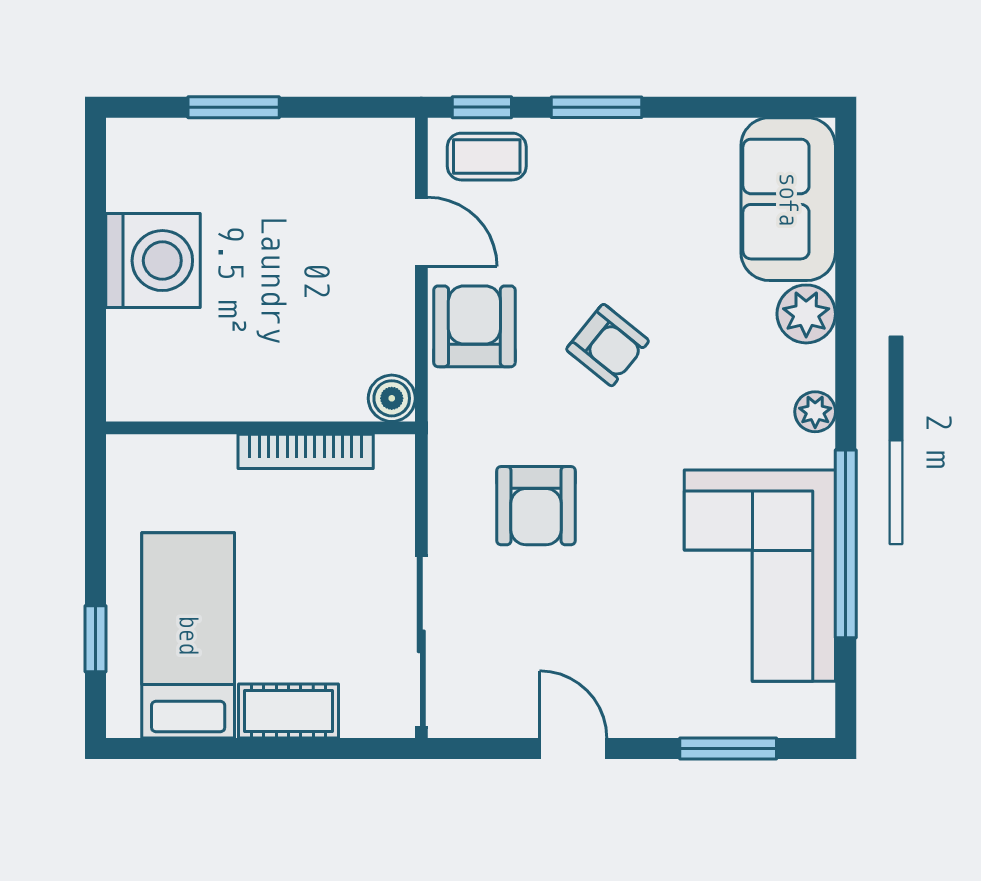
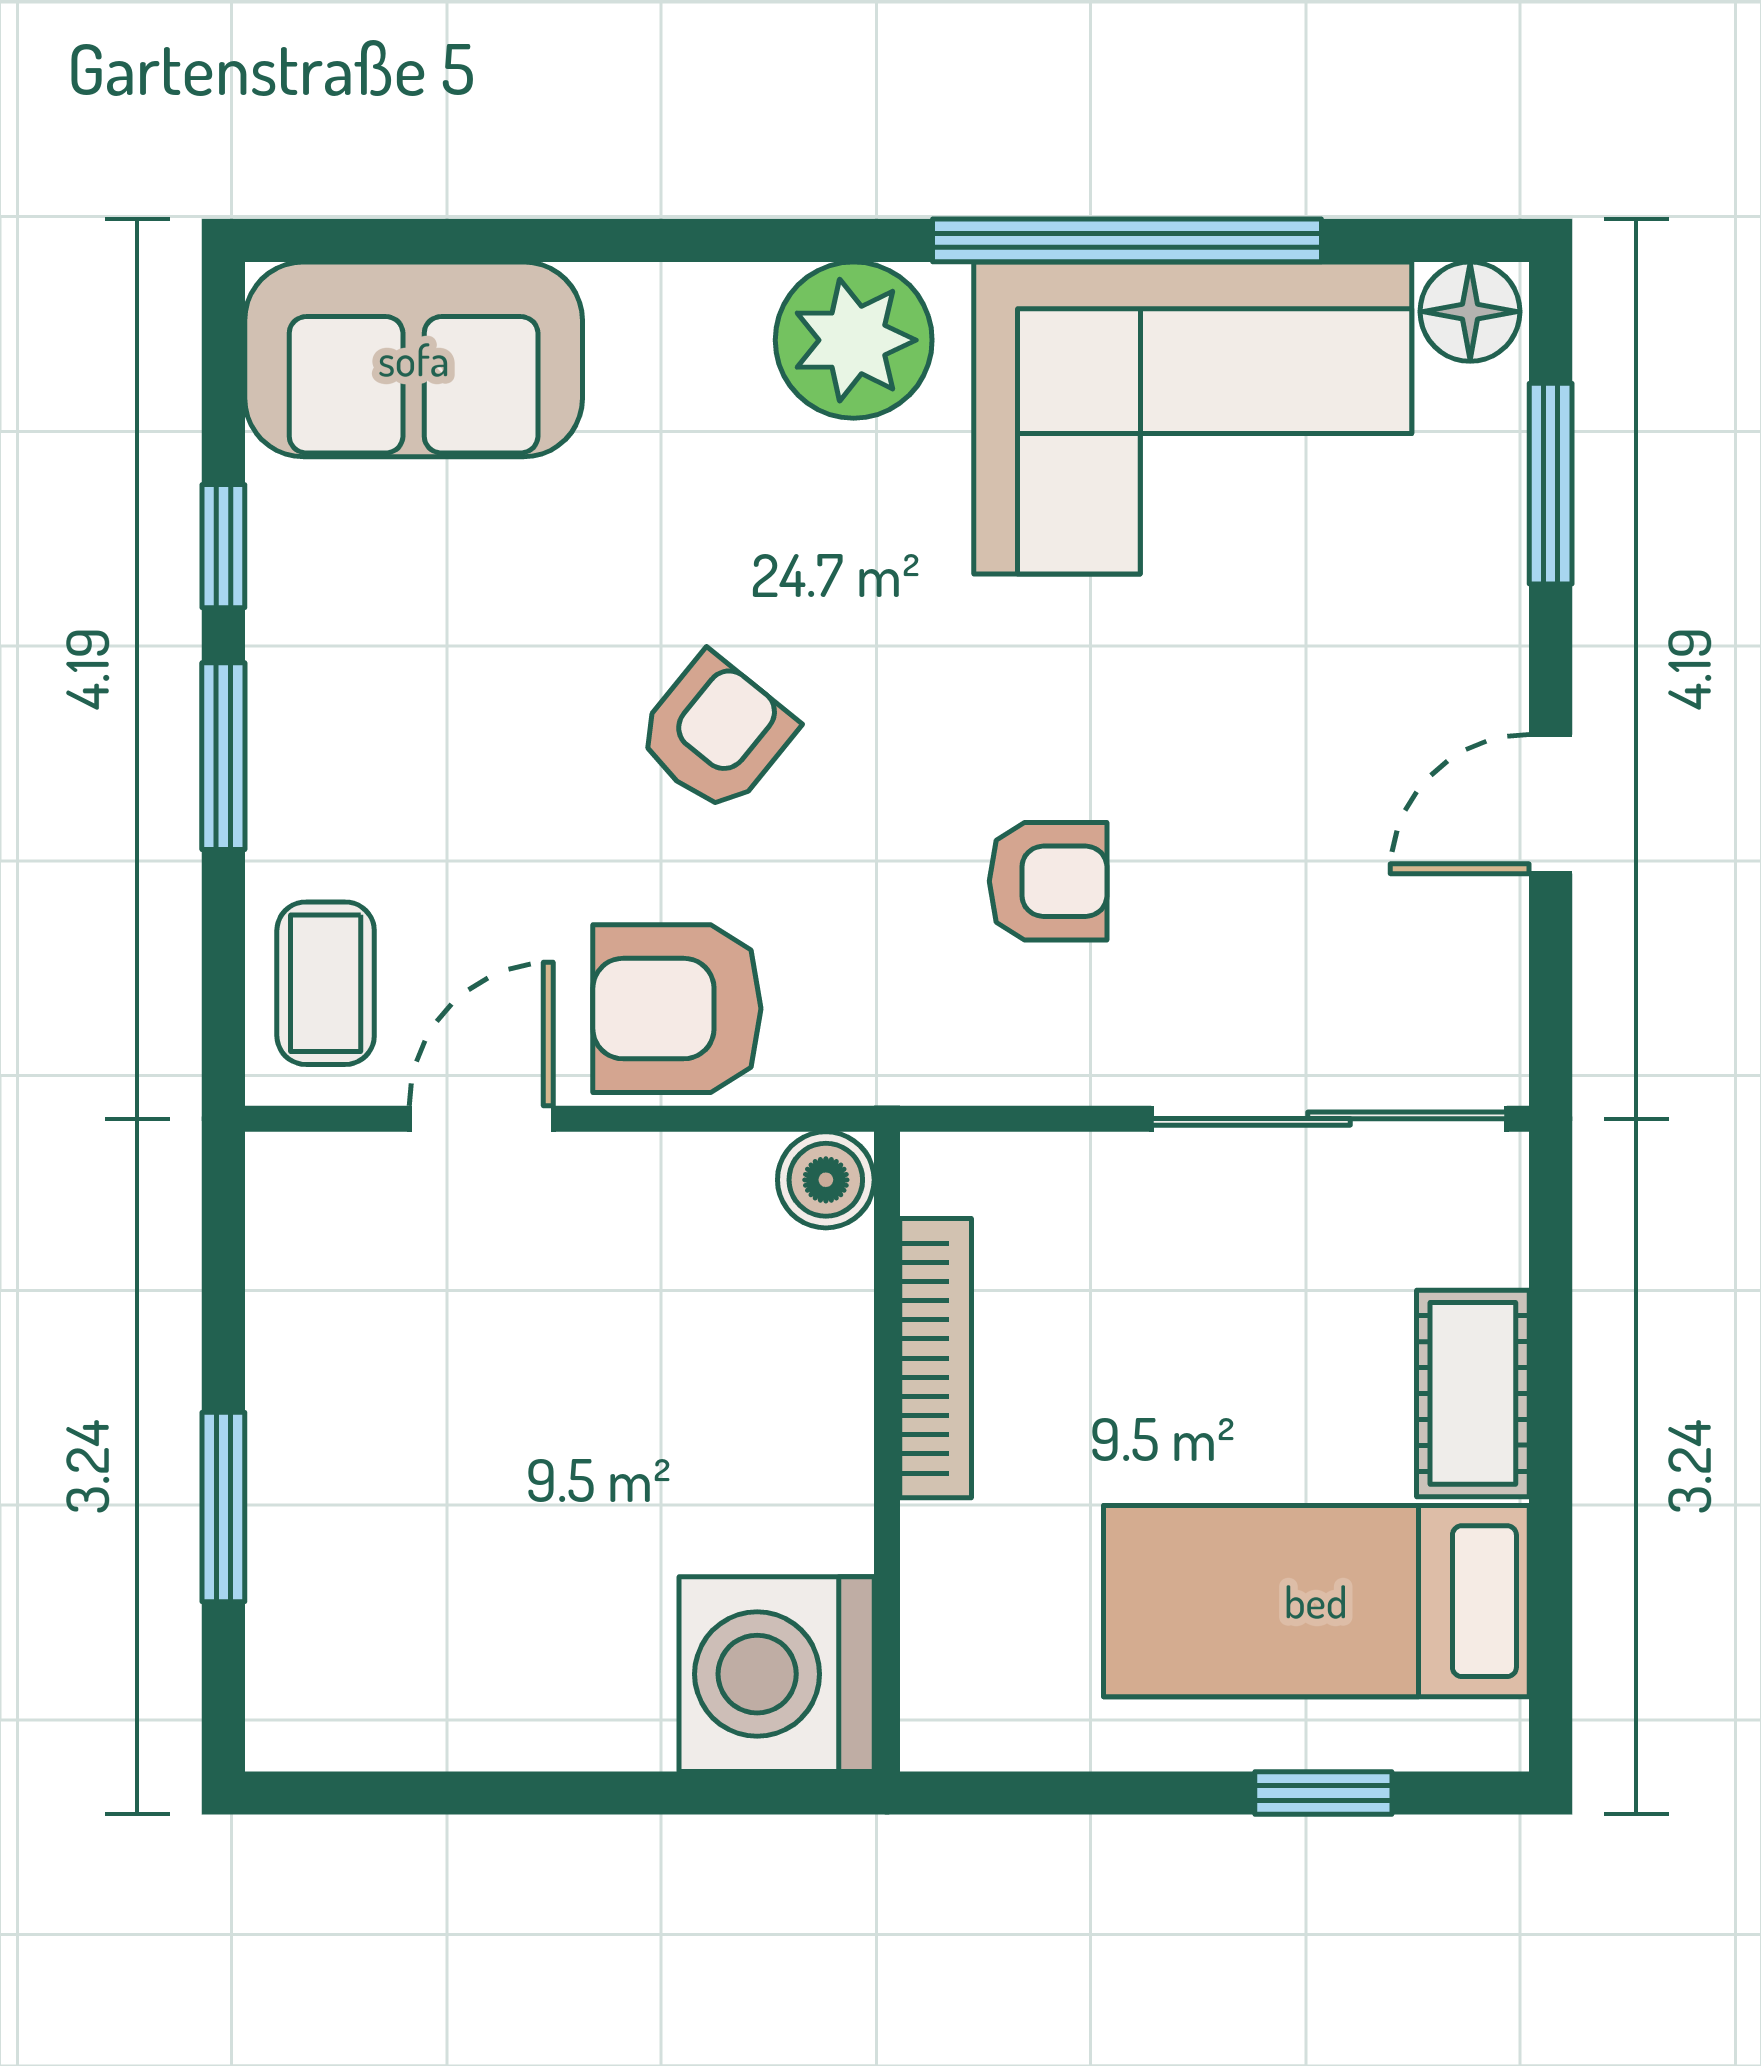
window: (482, 107) -> (223, 546), moved
washing machine: (153, 261) -> (777, 1674), moved, turned -90
plant: (806, 314) -> (651, 322), removed
plant: (815, 412) -> (854, 340), width x1.87, depth x1.87
armchair: (536, 506) -> (1048, 881), width x0.72, depth x0.72
floor lamp: (811, 710) -> (1470, 312), added

